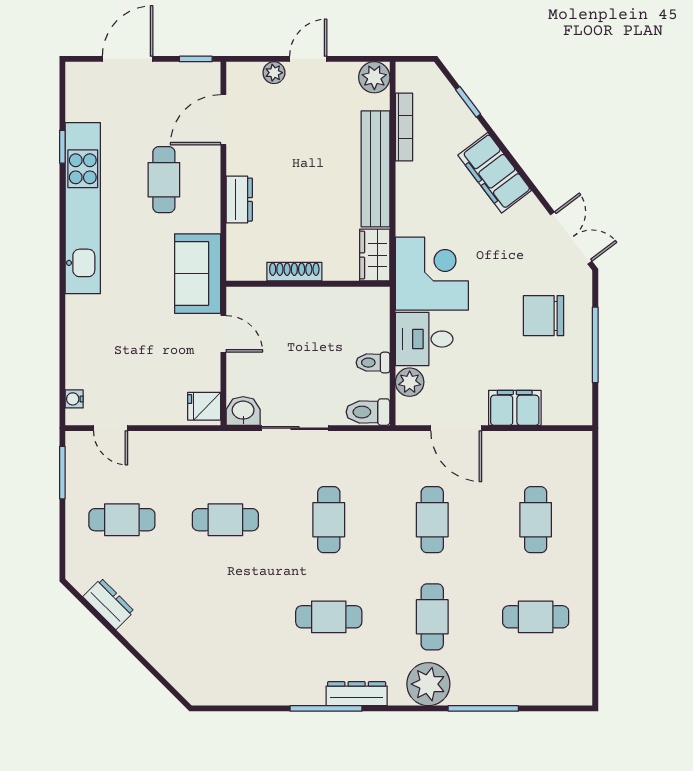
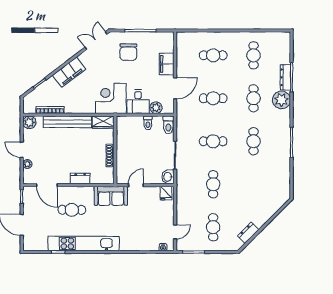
cafe table: (432, 617) -> (254, 98), turned 90
dresser: (357, 694) -> (285, 77), moved

